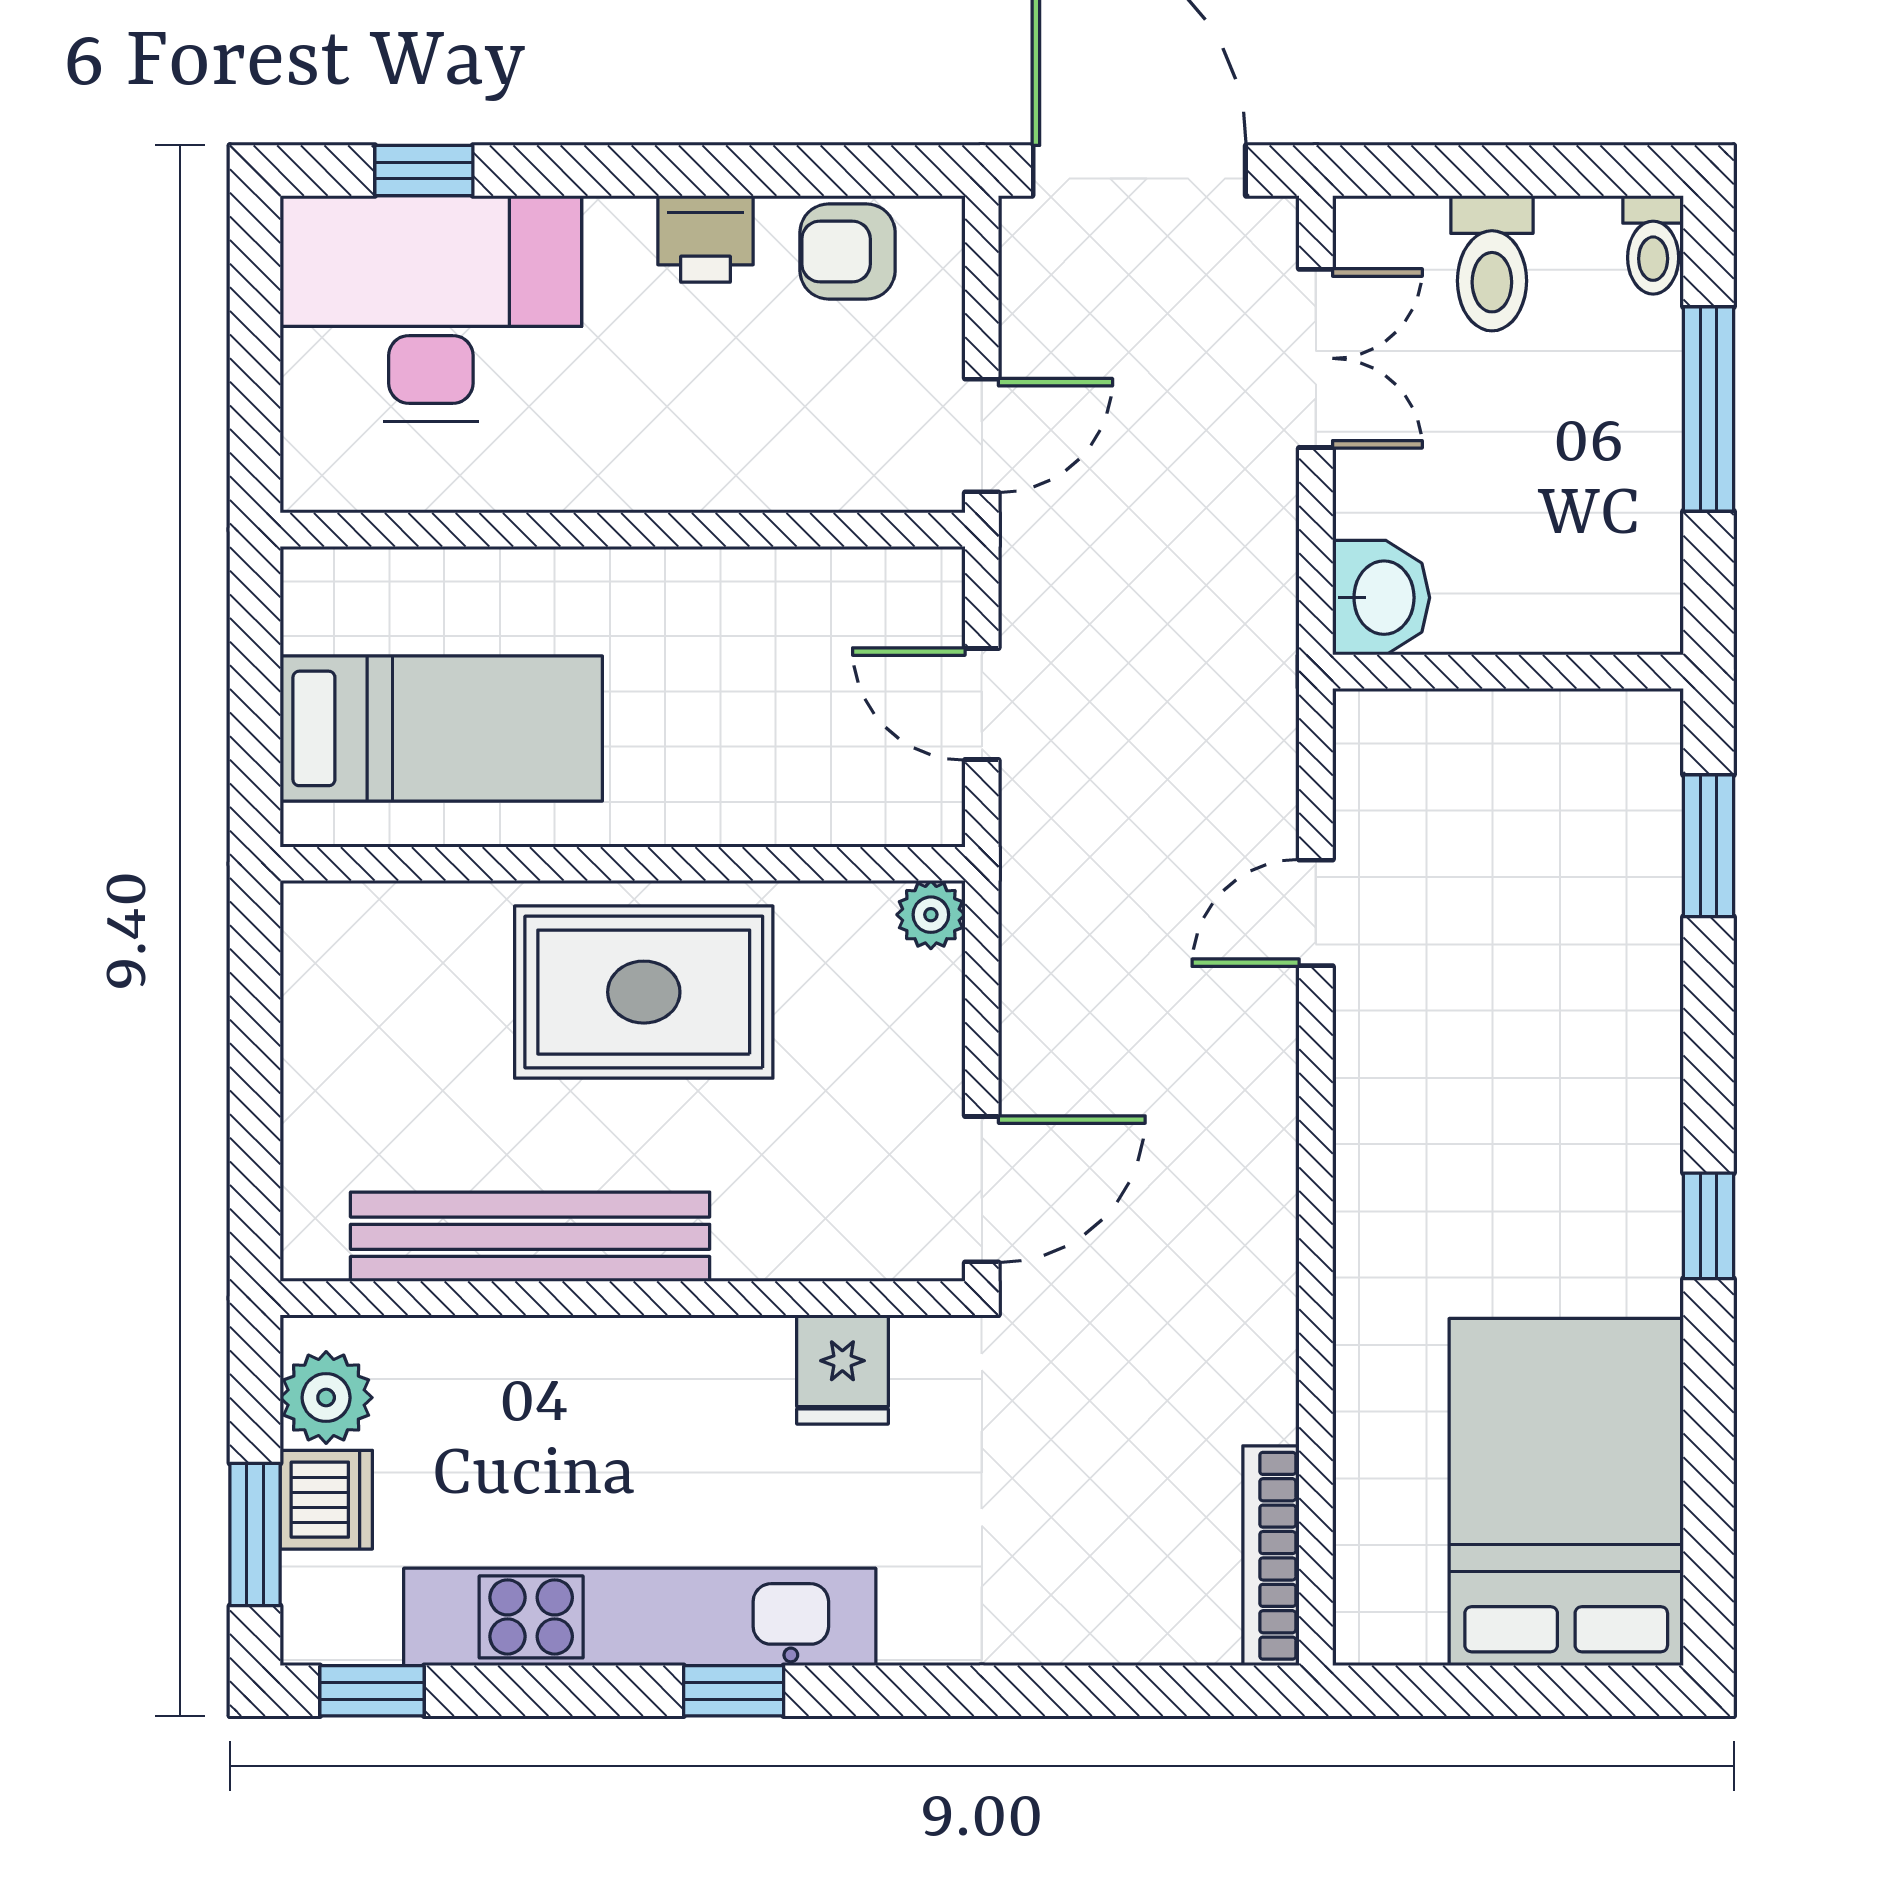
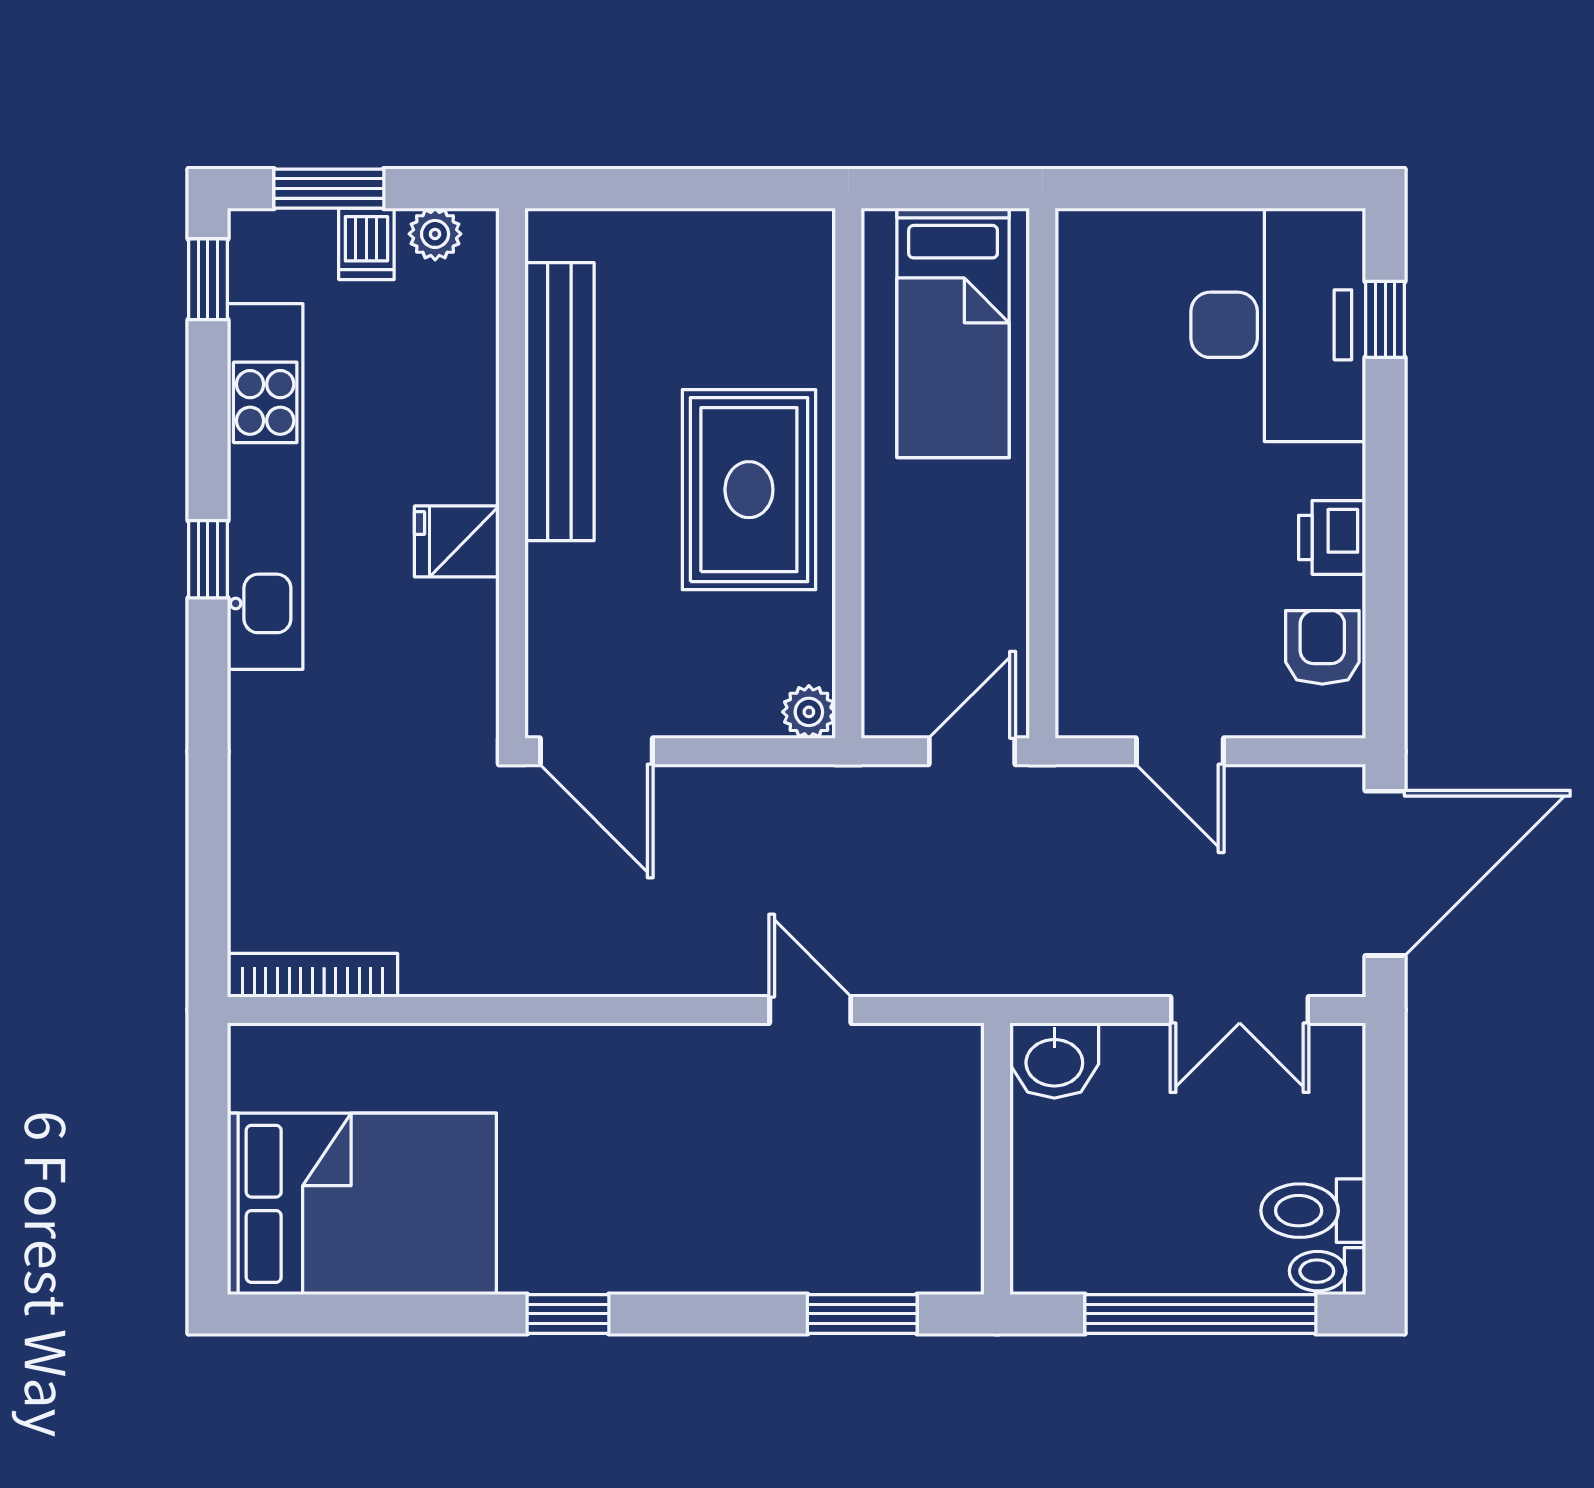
toilet: (1492, 263) -> (1313, 1211), moved
window: (1708, 409) -> (1200, 1314), width x1.46
wall: (623, 530) -> (1042, 473), moved
fridge: (842, 1369) -> (457, 541), moved
plant: (326, 1398) -> (435, 234), width x0.73, depth x0.73
dishwasher: (326, 1500) -> (366, 244), width x0.73

